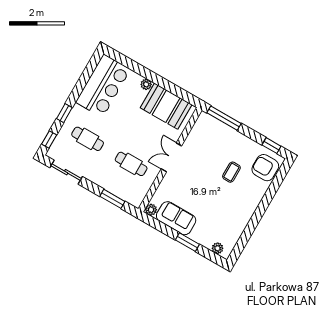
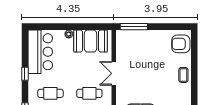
window: (64, 113) -> (25, 74), moved
window: (271, 146) -> (176, 27), removed
coffee table: (231, 172) -> (183, 75), moved

